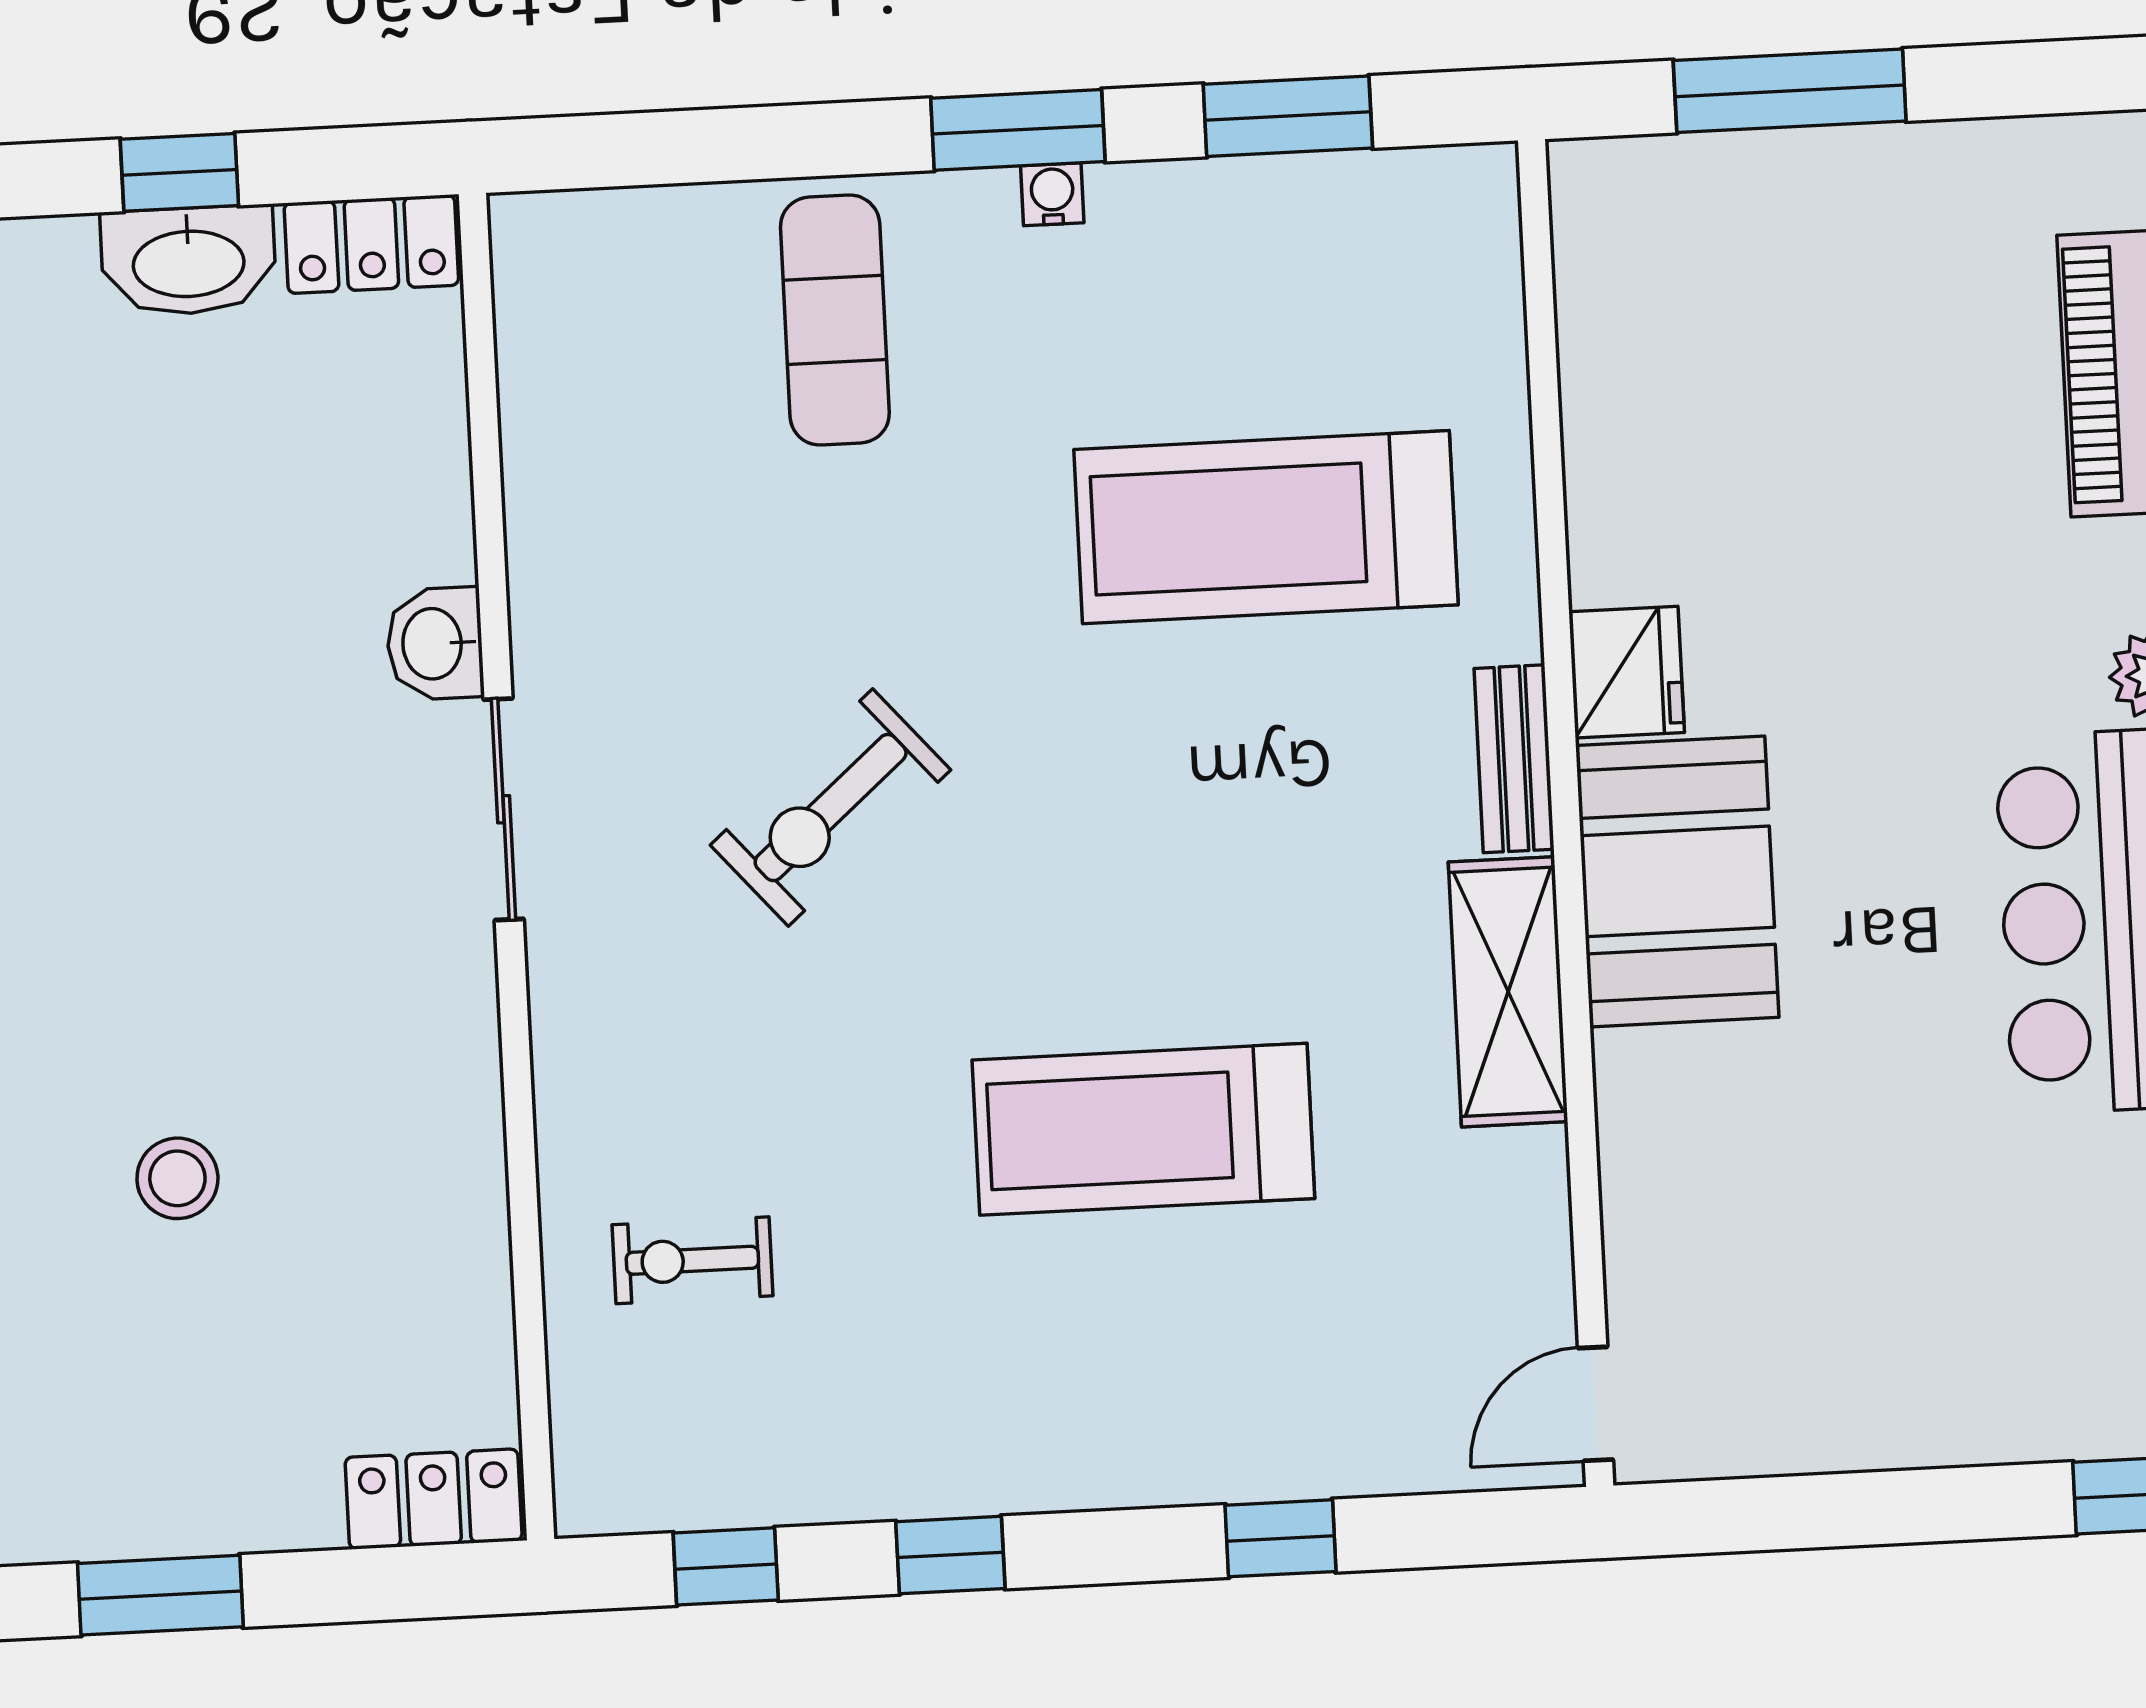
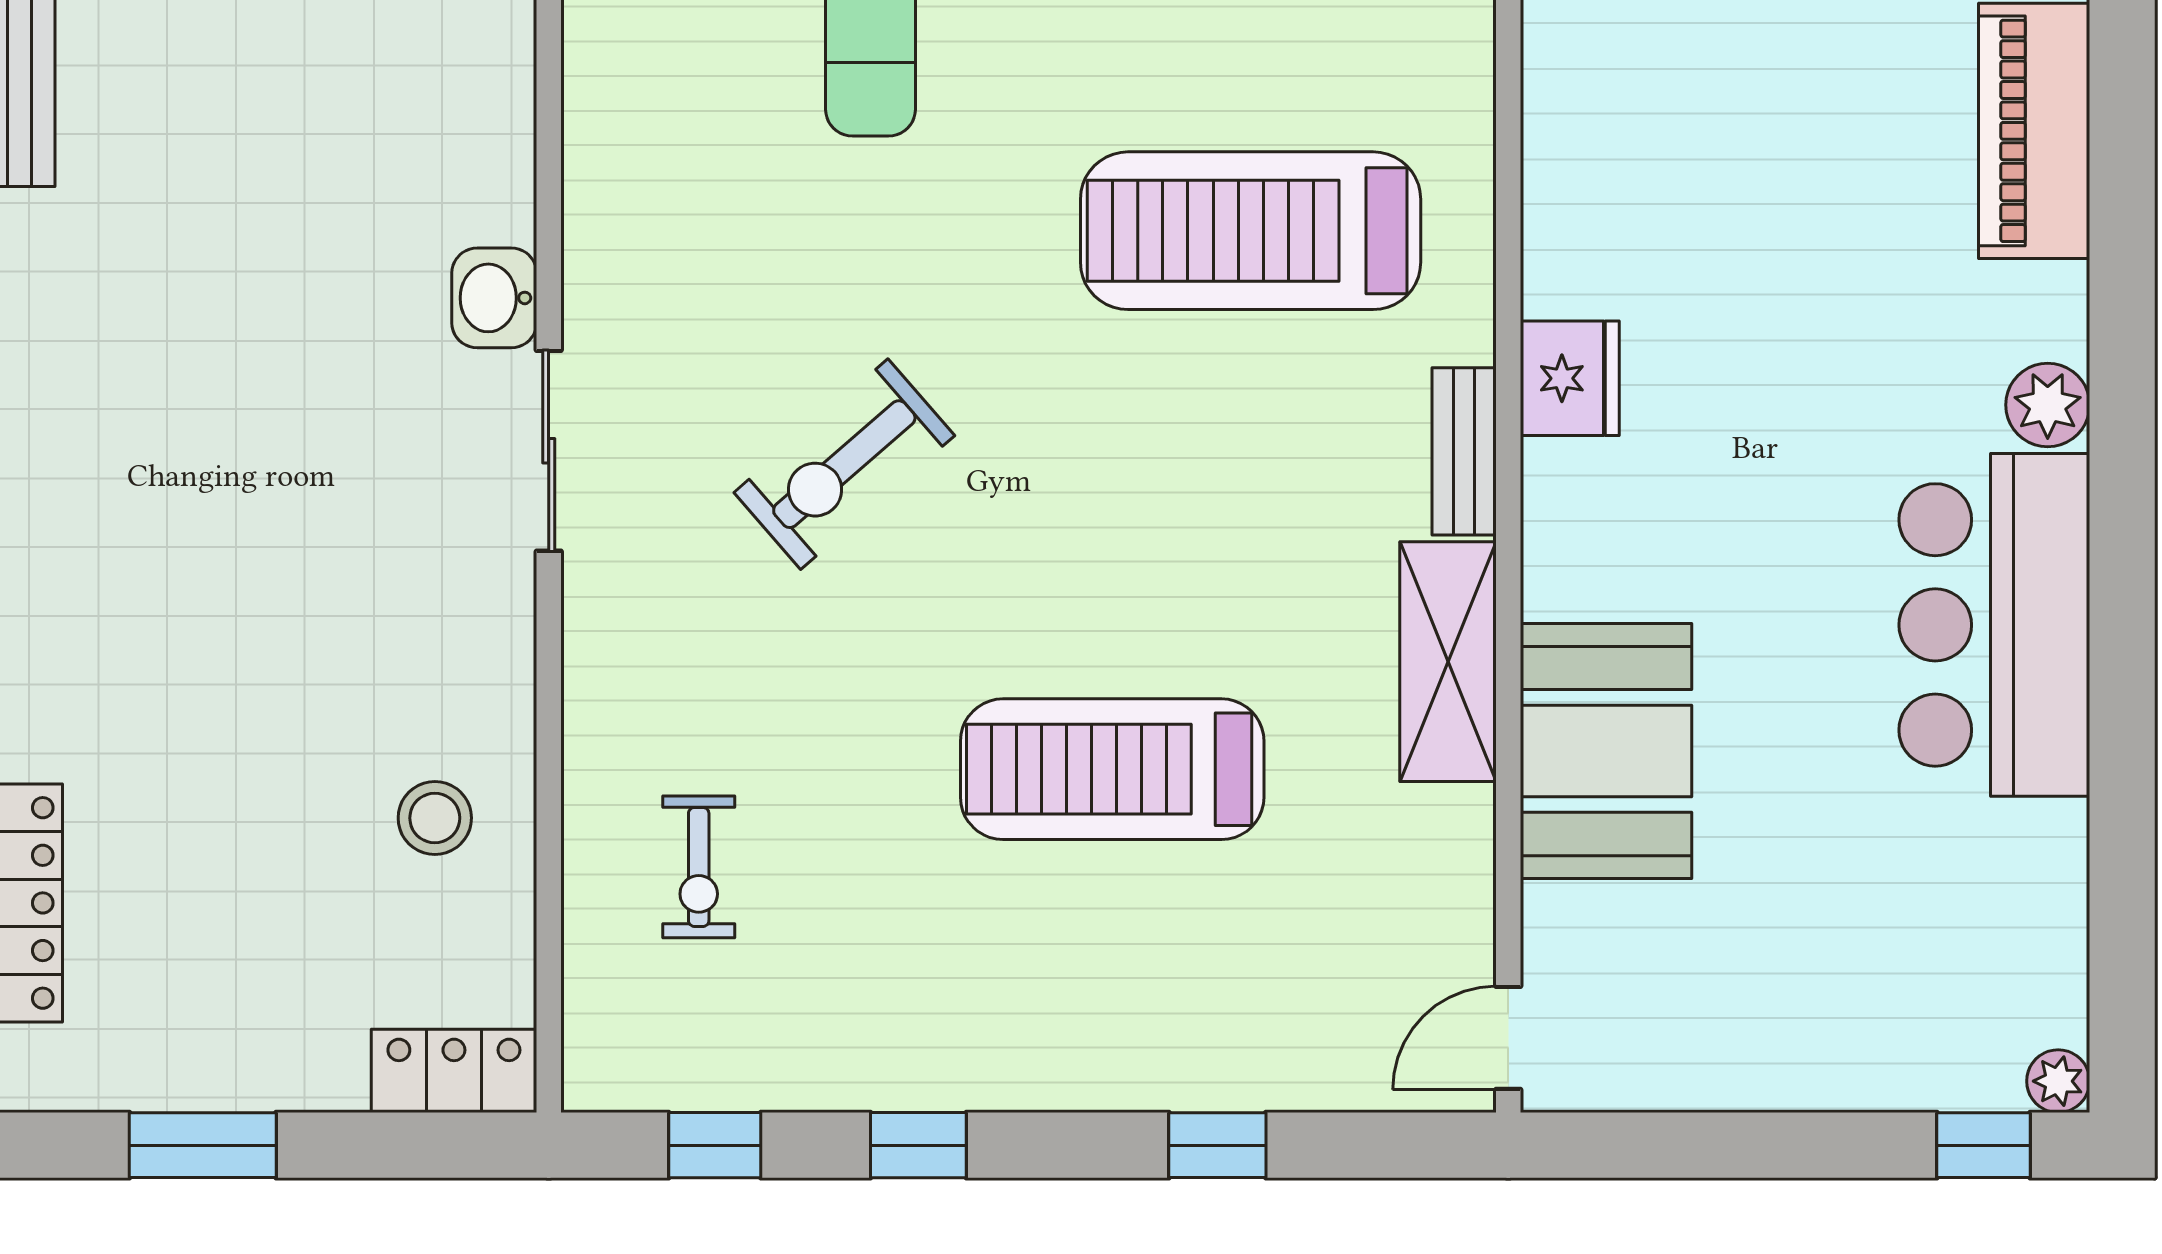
booth: (1677, 881) -> (1606, 751), moved
stool: (177, 1178) -> (435, 818), moved
exercise bike: (692, 1260) -> (699, 867), turned -90

